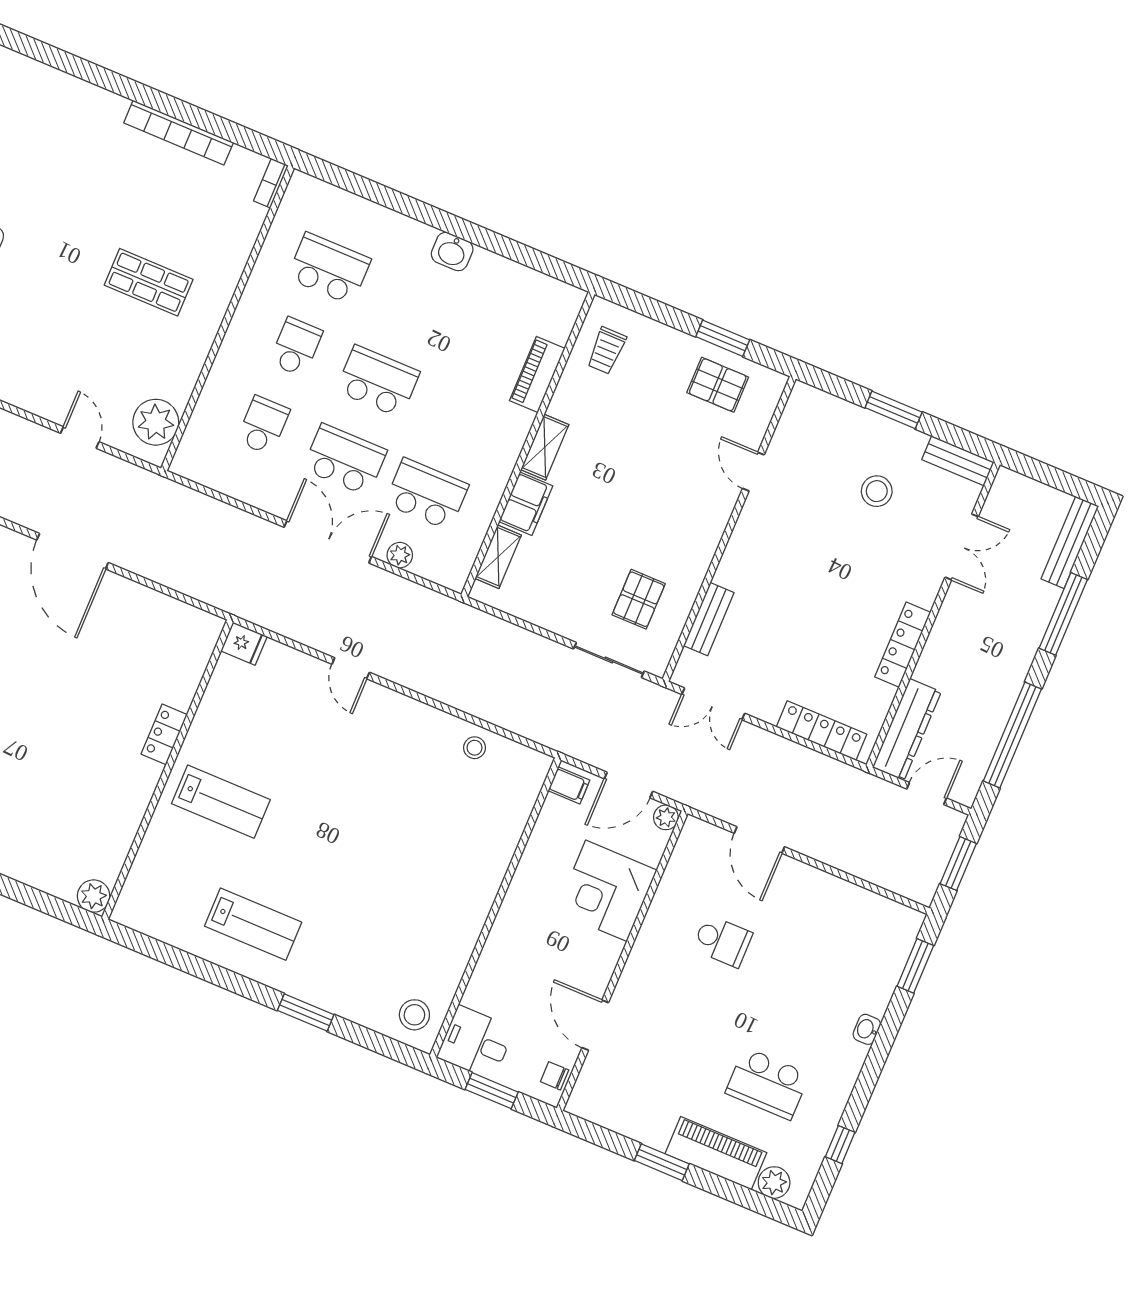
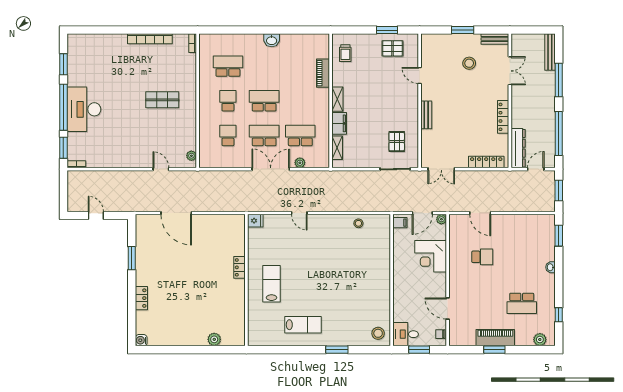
plant: (156, 422) -> (191, 156), width x0.53, depth x0.53
bench: (709, 619) -> (426, 115), moved
lab bench: (221, 802) -> (272, 284), turned -90
plant: (94, 896) -> (214, 339), moved
piano: (716, 1153) -> (495, 338), moved

